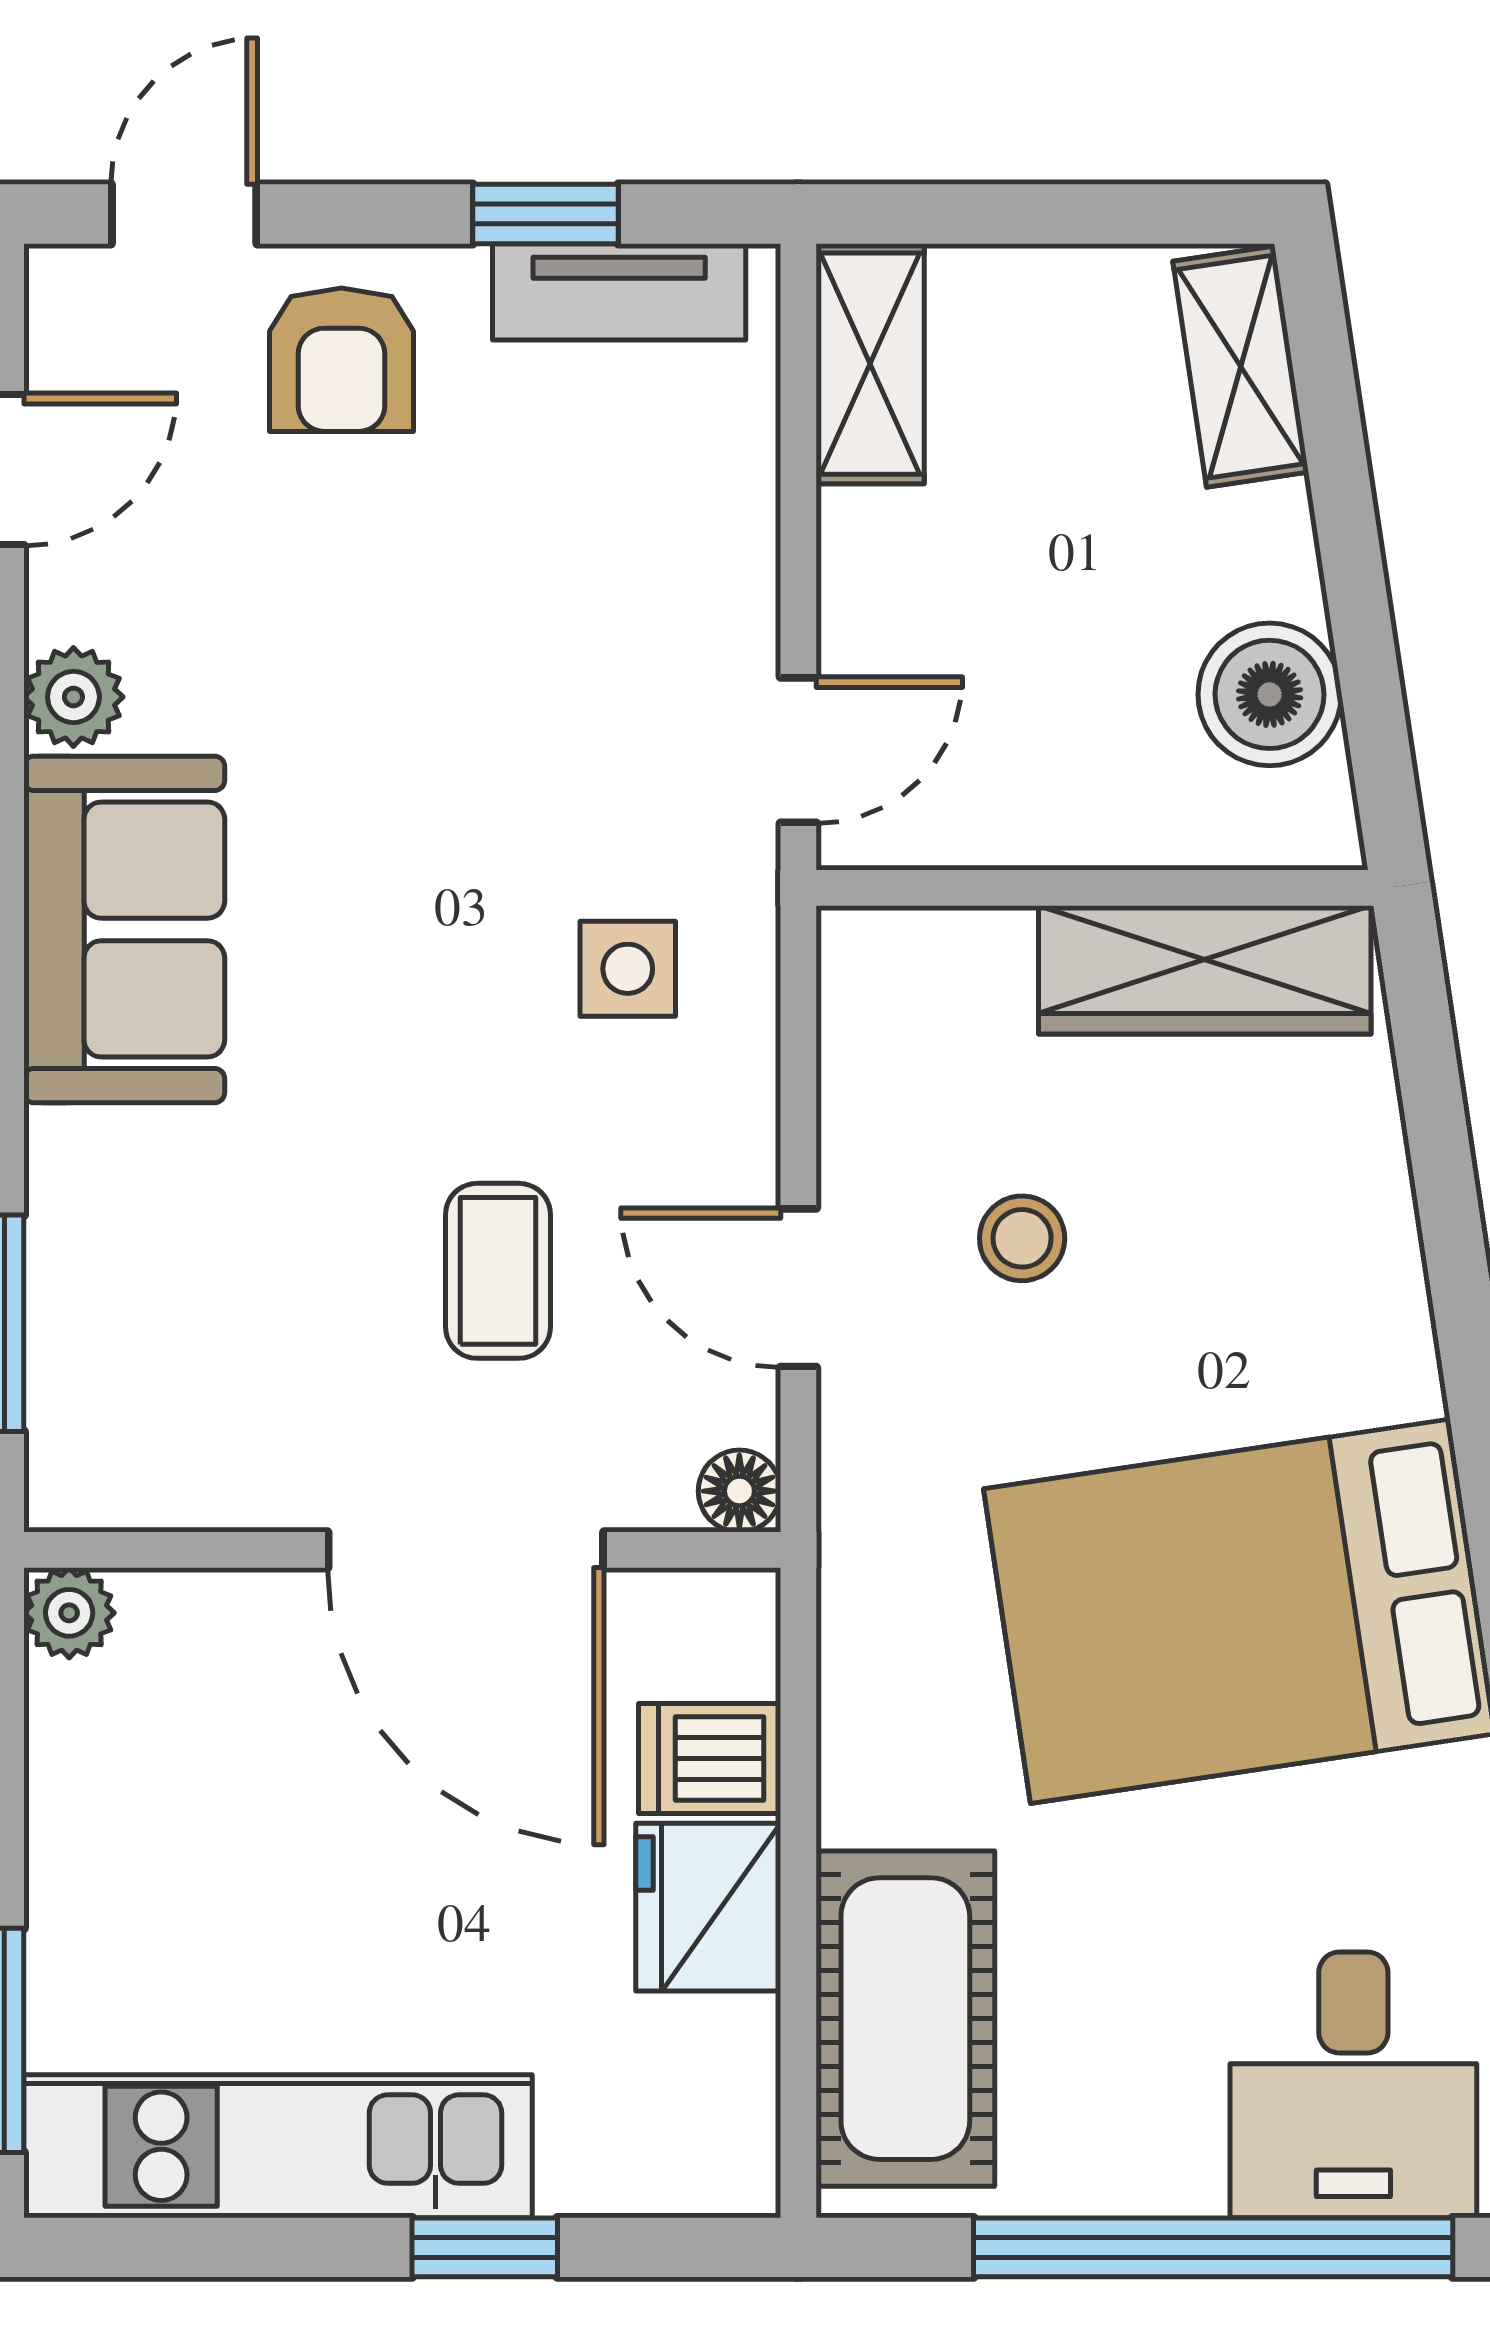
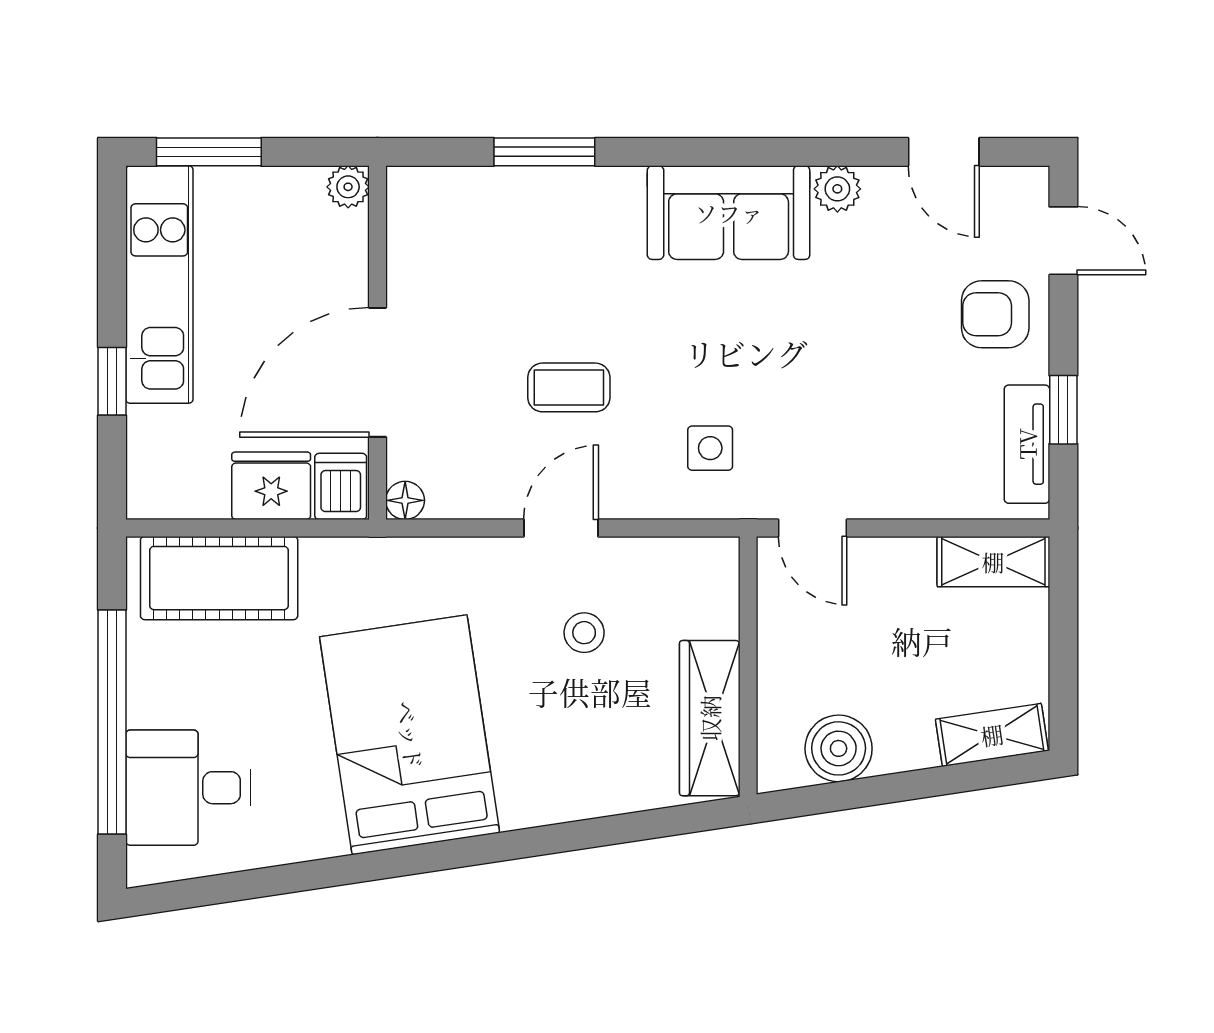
floor lamp: (739, 1491) -> (405, 500), moved
wall: (402, 1550) -> (377, 343), moved
door: (466, 1550) -> (377, 372), moved
plant: (69, 1613) -> (348, 187), moved

